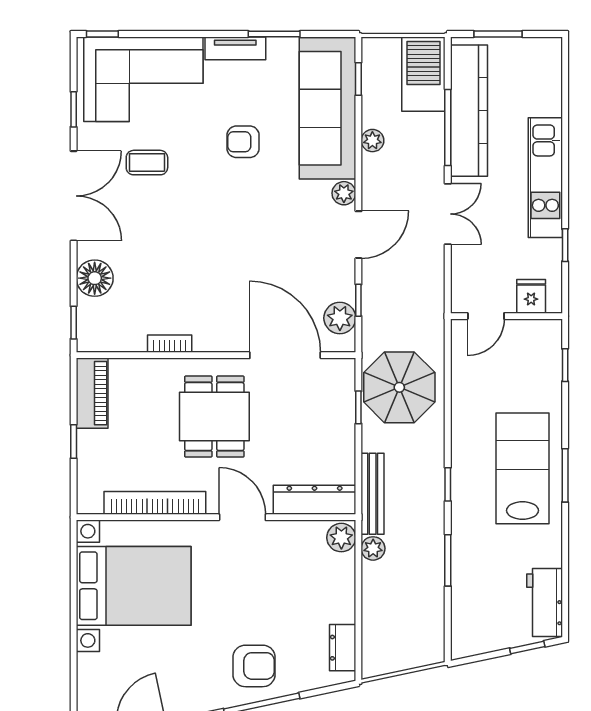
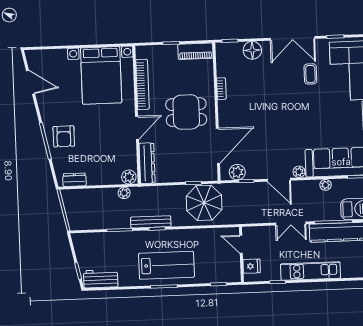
armchair: (243, 142) -> (322, 121), removed
bench: (373, 494) -> (151, 222), moved

